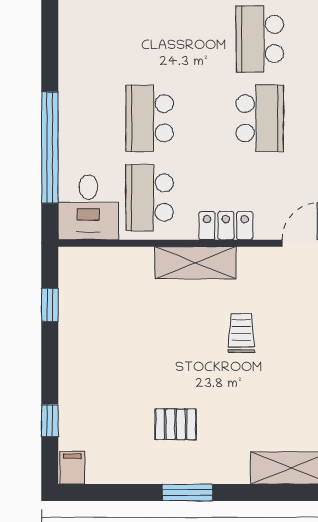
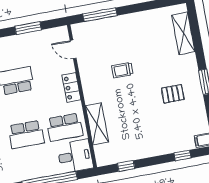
shelving: (195, 263) -> (97, 124), moved
pallet: (176, 424) -> (173, 94), turned 90

